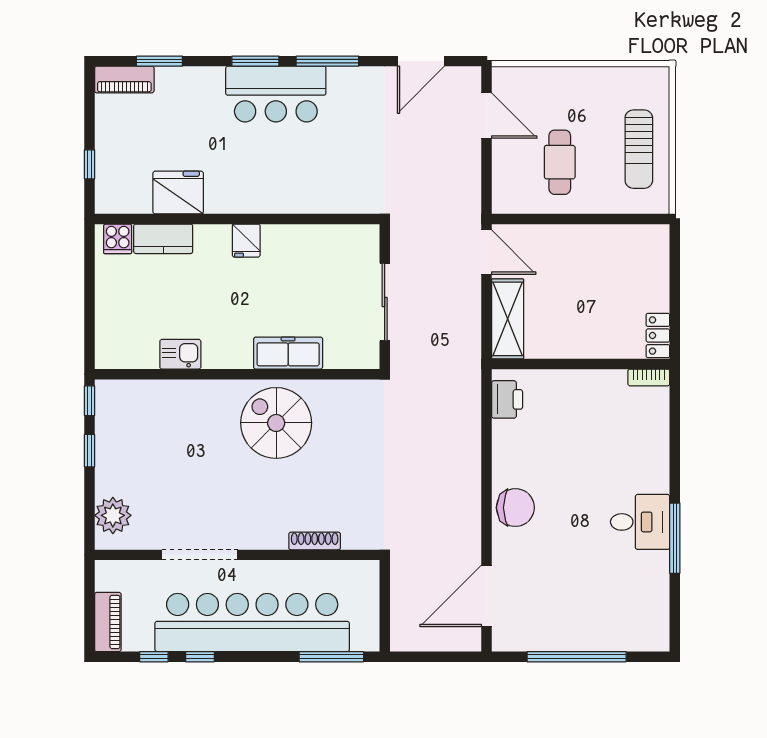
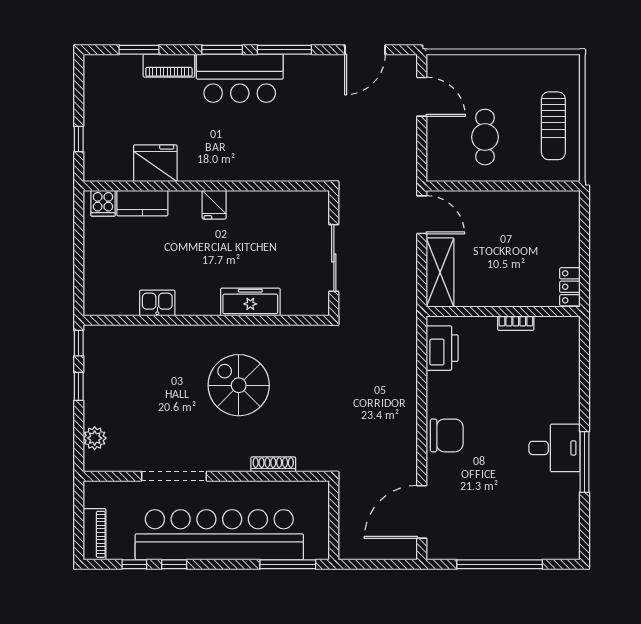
piano: (124, 80) -> (169, 66), moved
bookcase: (649, 377) -> (516, 323), moved
printer: (507, 399) -> (442, 348), width x1.37, depth x1.19
spiral stairs: (276, 423) -> (239, 385), moved
plant: (113, 515) -> (95, 438), width x0.73, depth x0.73

